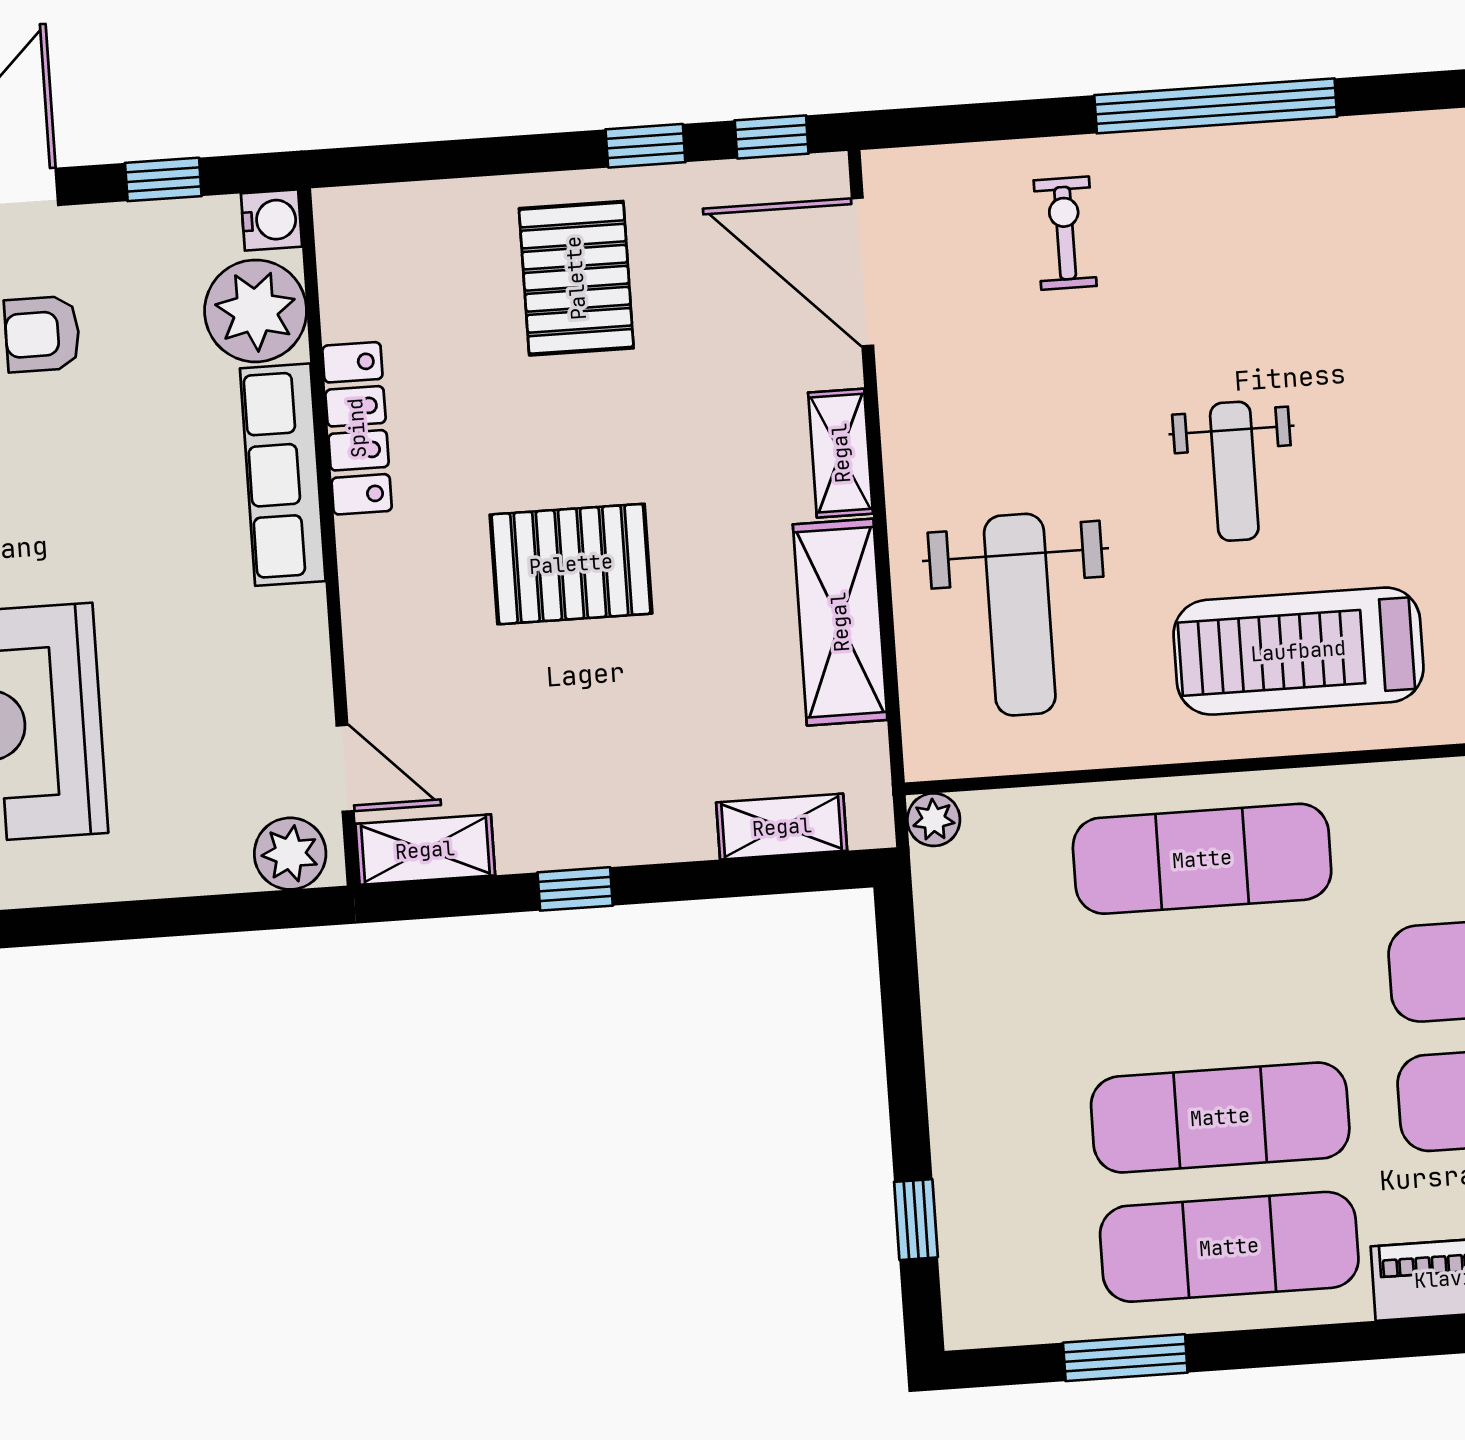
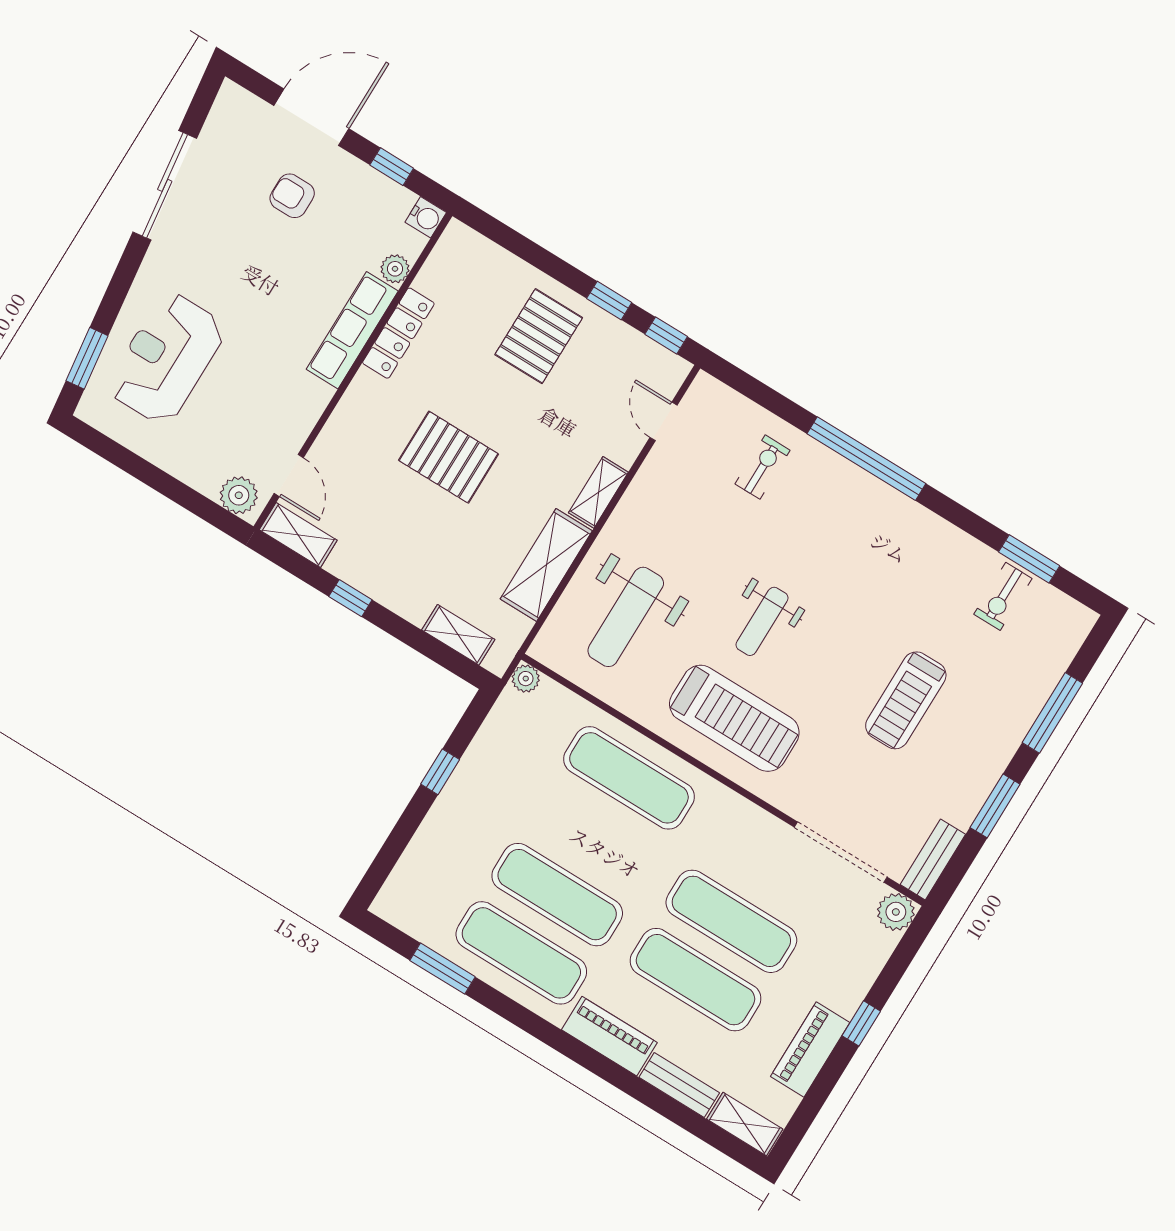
door: (862, 272) -> (664, 421), width x0.53
plant: (256, 311) -> (395, 269), width x0.53, depth x0.53
treadmill: (1298, 651) -> (734, 718), turned 180
window: (916, 1220) -> (440, 772), moved

